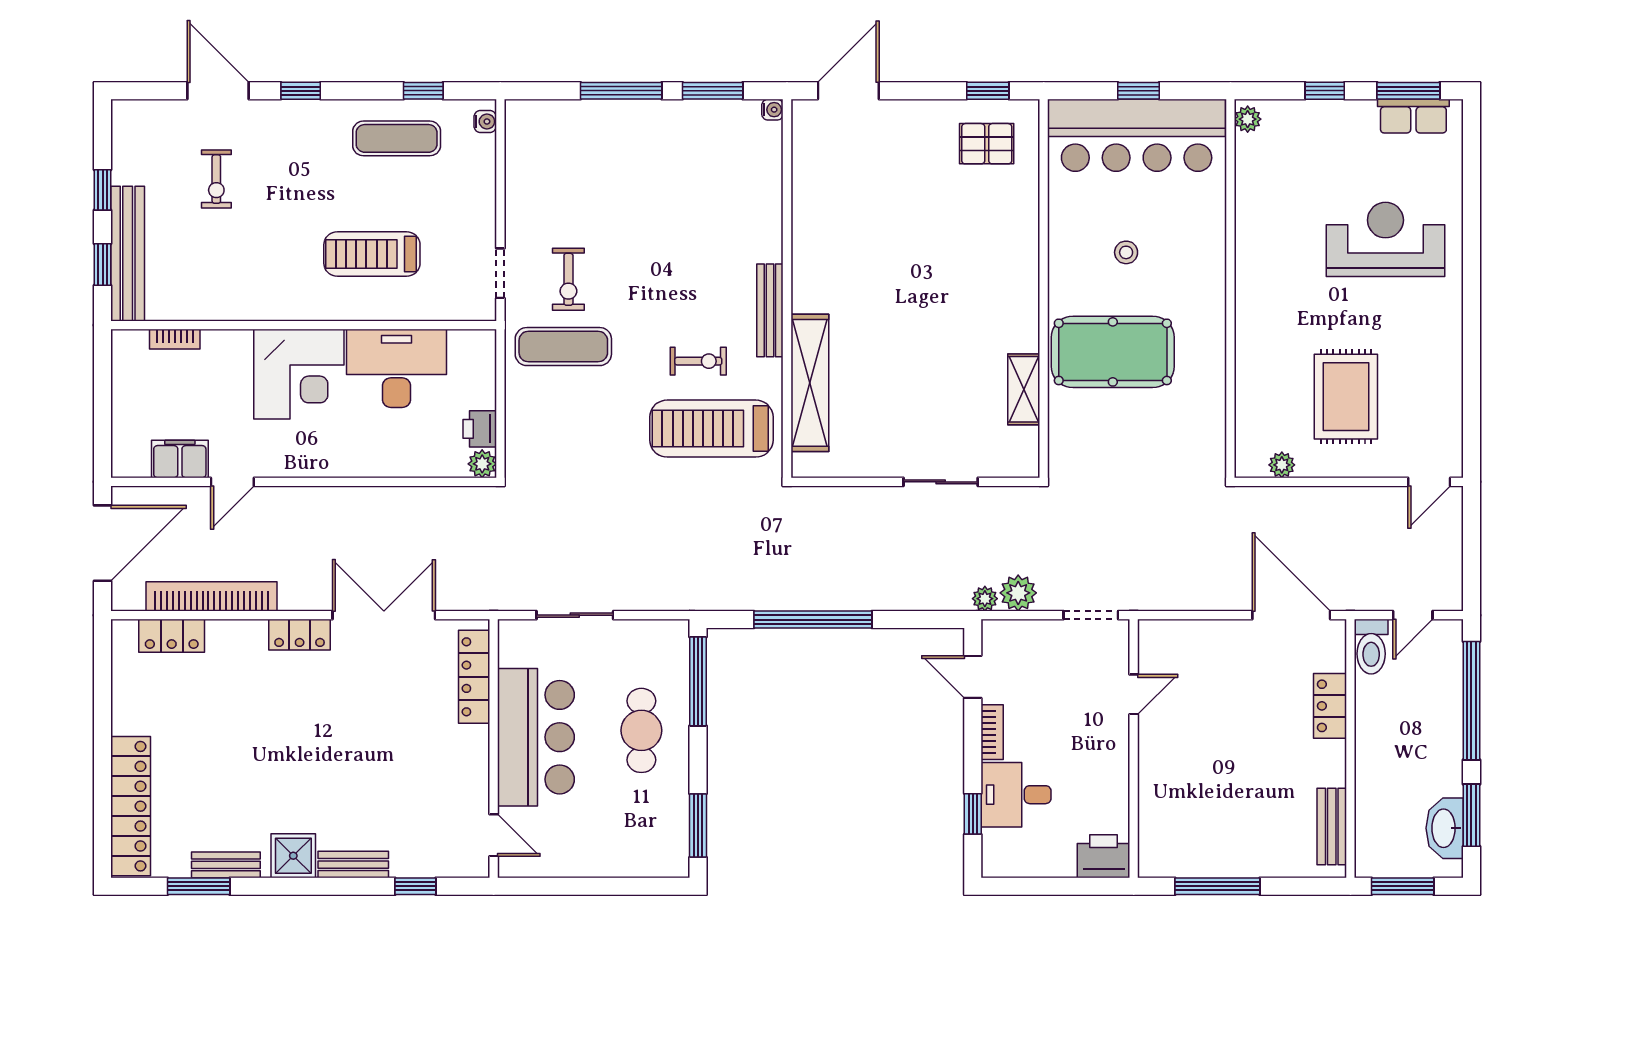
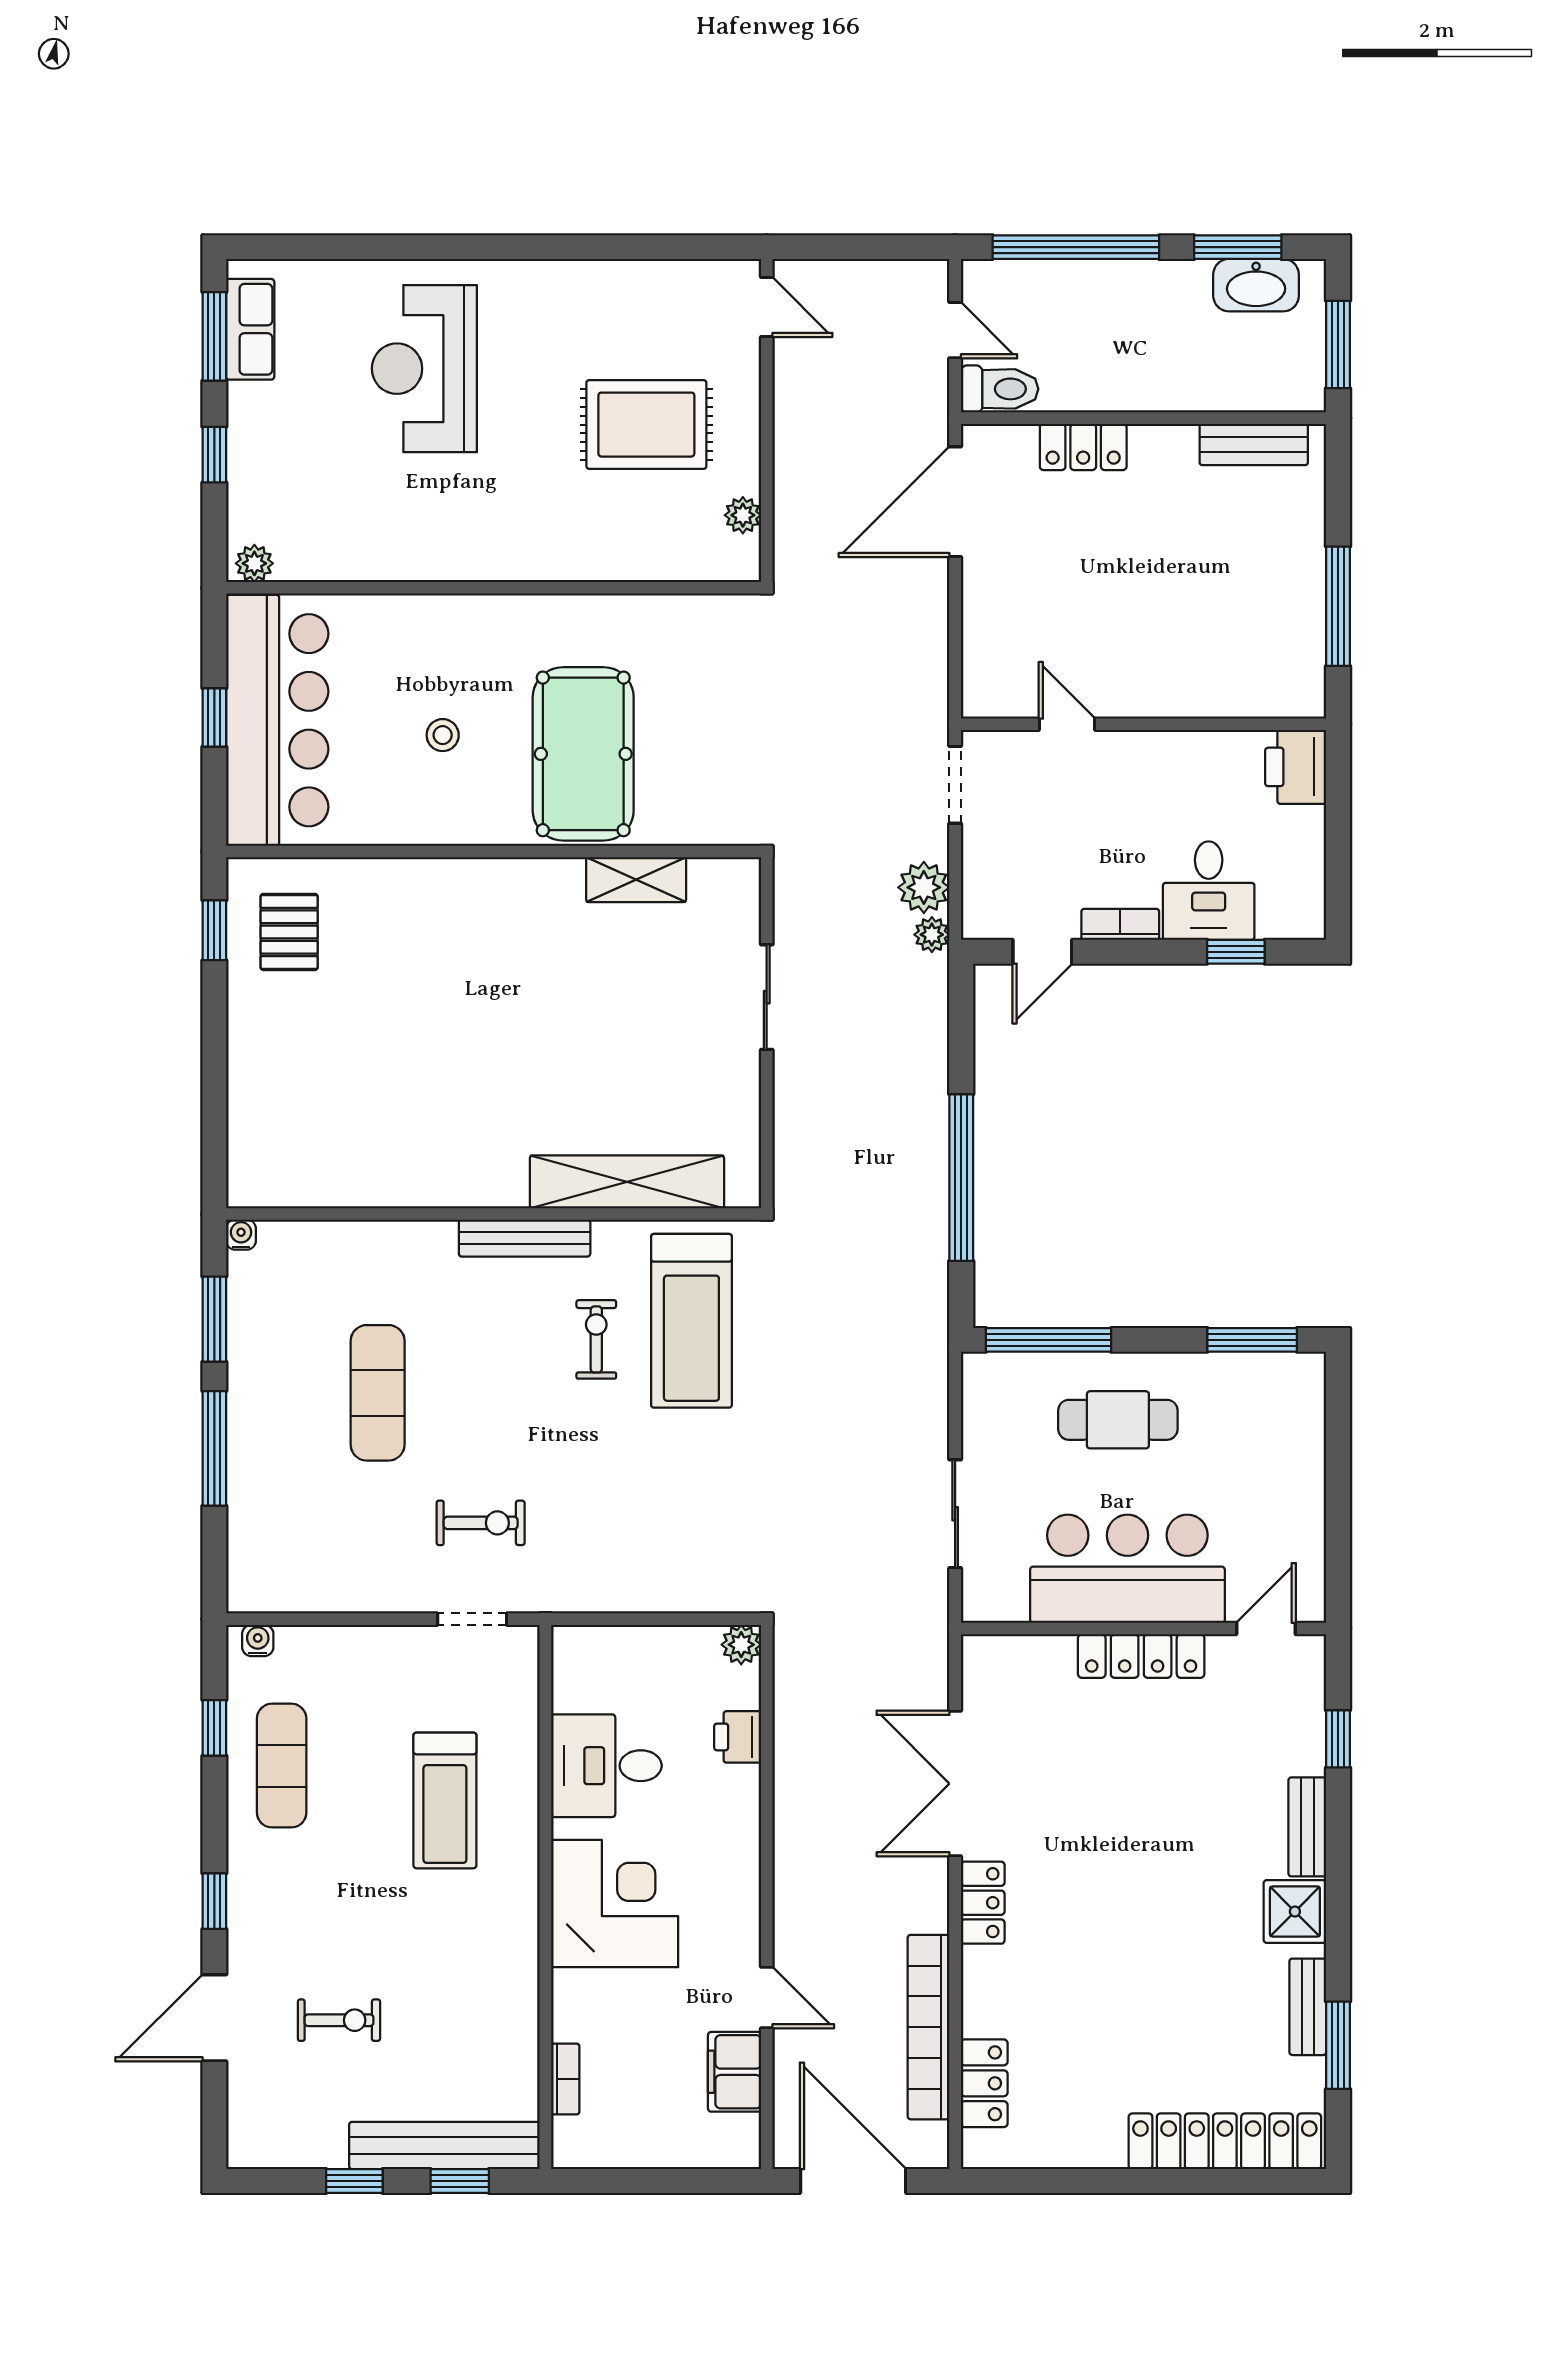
door: (848, 91) -> (214, 1127), removed
exercise mat: (563, 347) -> (378, 1393), moved
desk: (397, 368) -> (606, 1766), width x0.73
printer: (480, 429) -> (738, 1737), moved, turned 90
locker: (474, 677) -> (1141, 1656), moved

